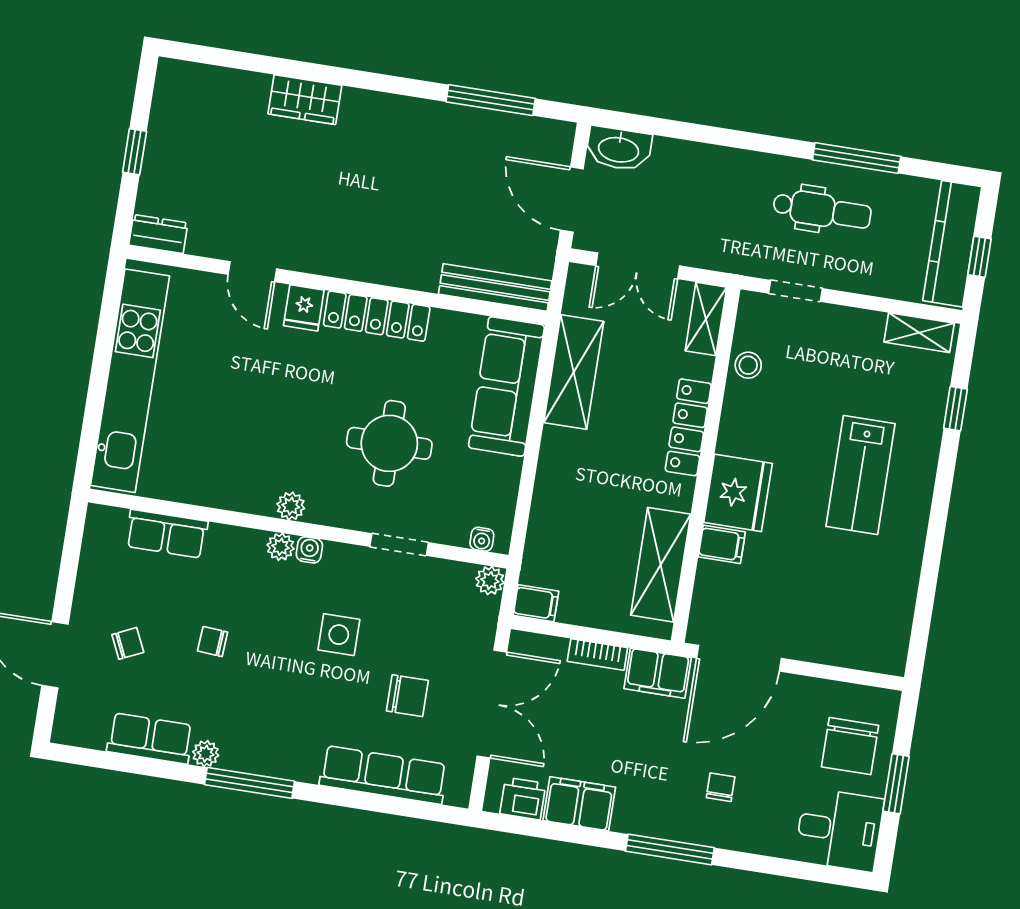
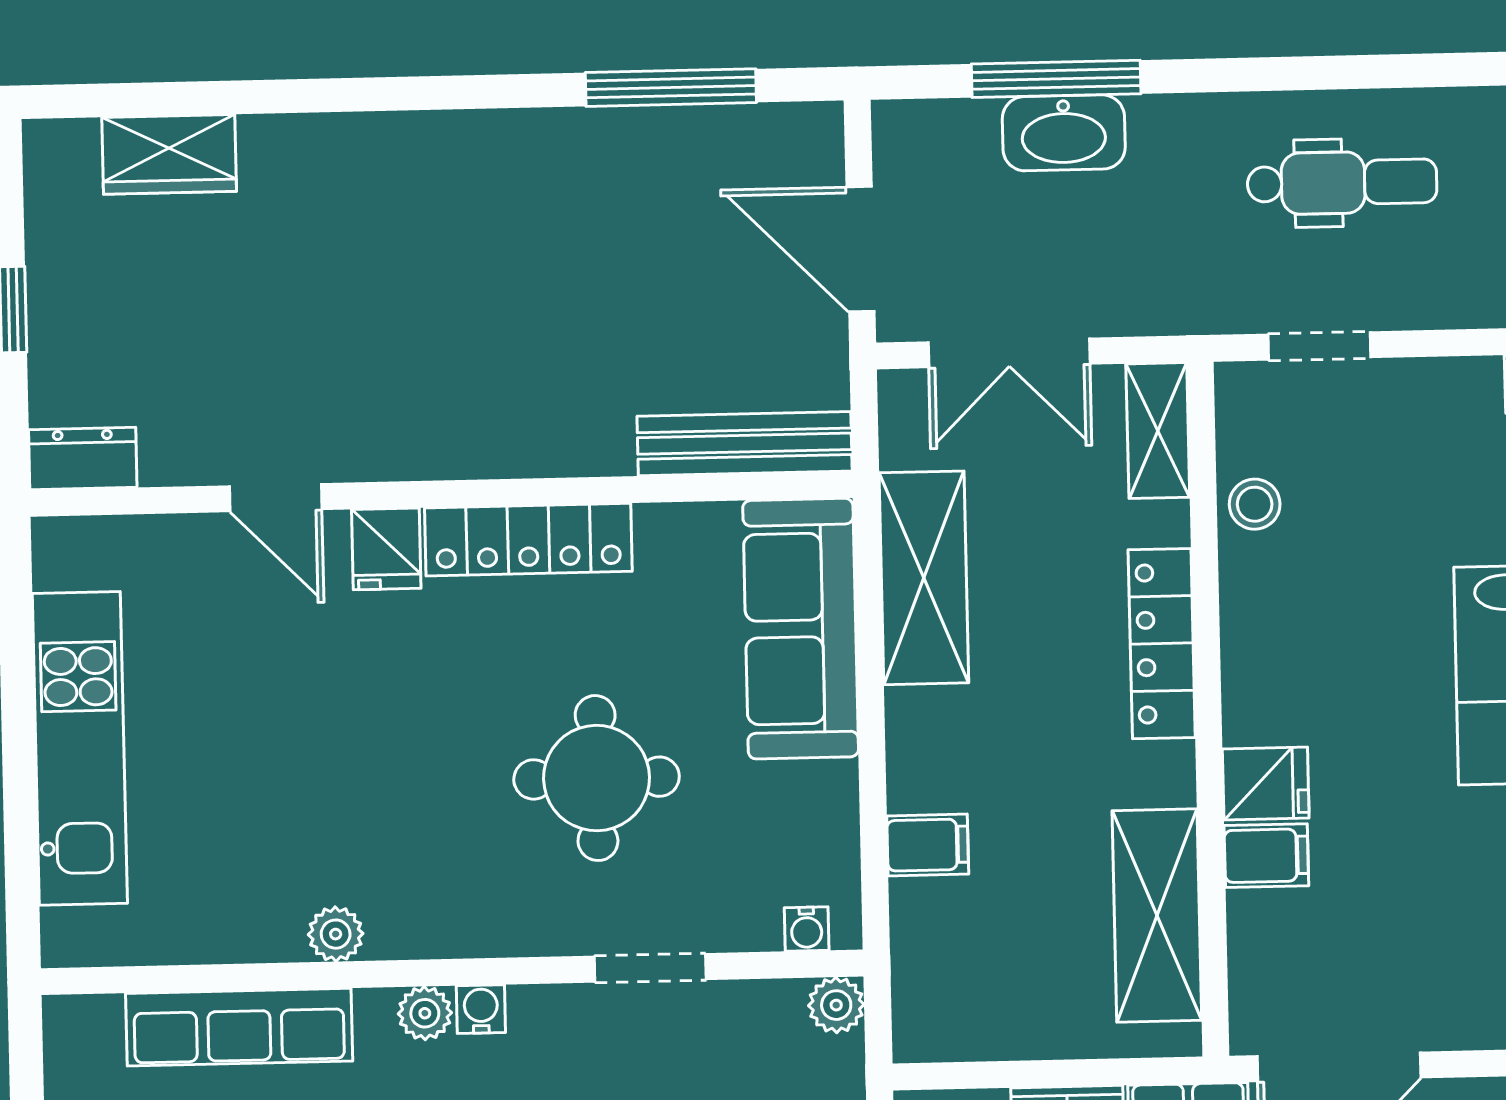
wardrobe: (305, 100) -> (169, 154), moved
washbasin: (619, 149) -> (1064, 133), moved
window: (857, 158) -> (1056, 79), moved
kitchen unit: (130, 381) -> (80, 748), width x0.73
fridge: (738, 493) -> (1266, 783), width x0.53, depth x0.75
plant: (291, 506) -> (336, 934), moved
row of seats: (167, 534) -> (239, 1027), width x1.48
filing cabinet: (536, 603) -> (928, 845), moved

